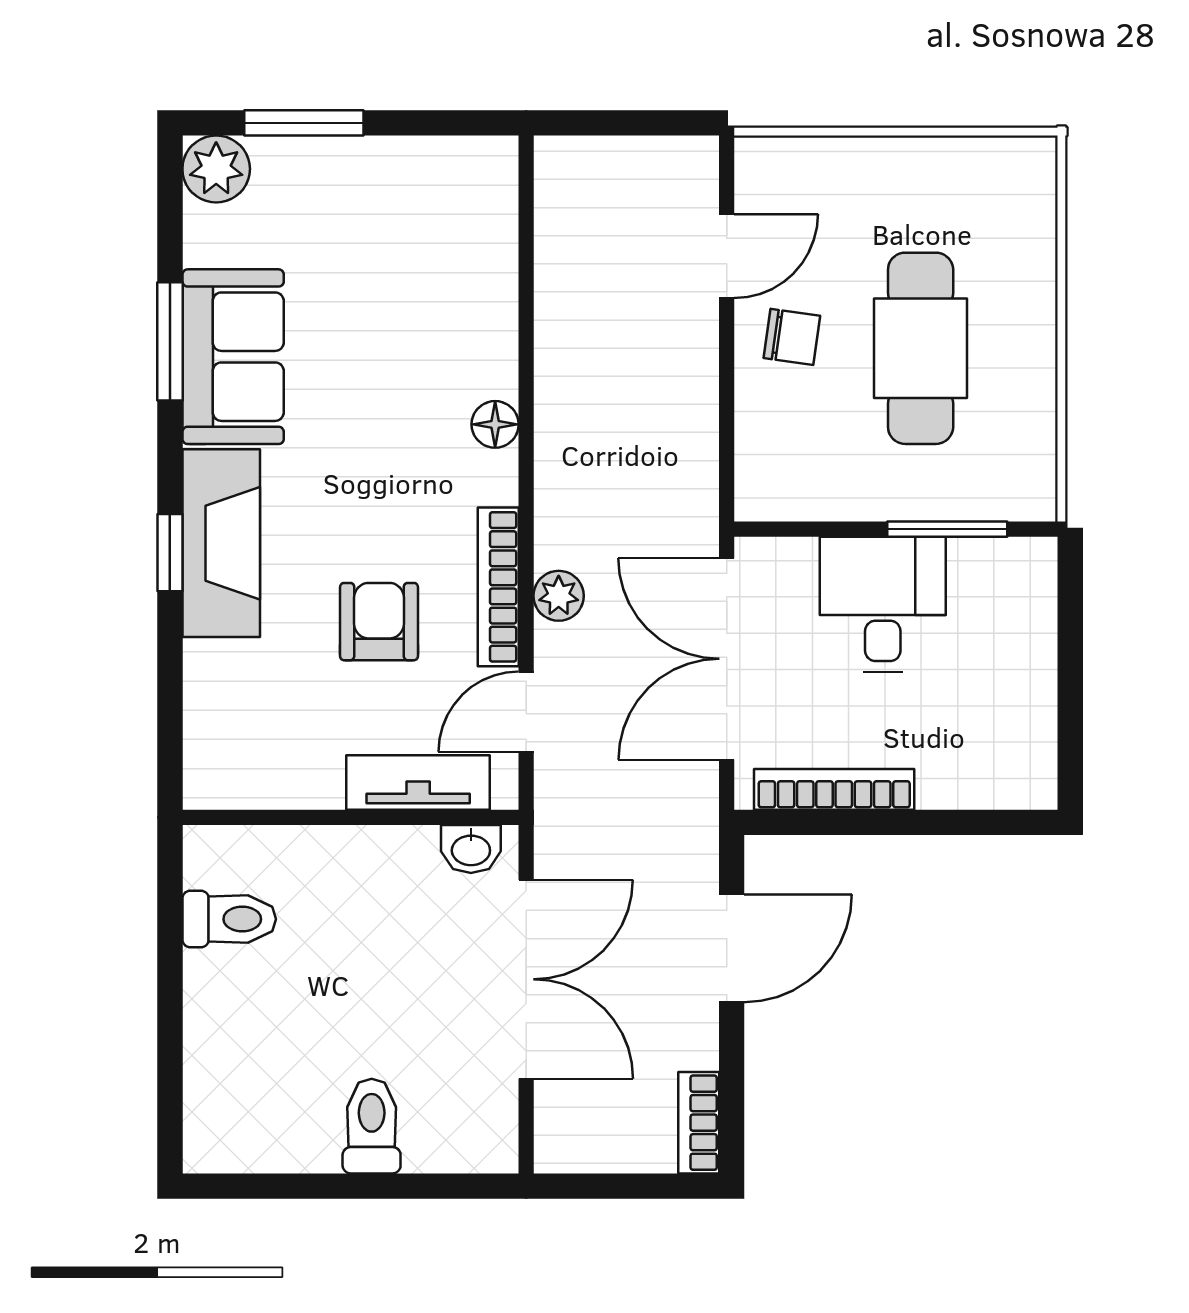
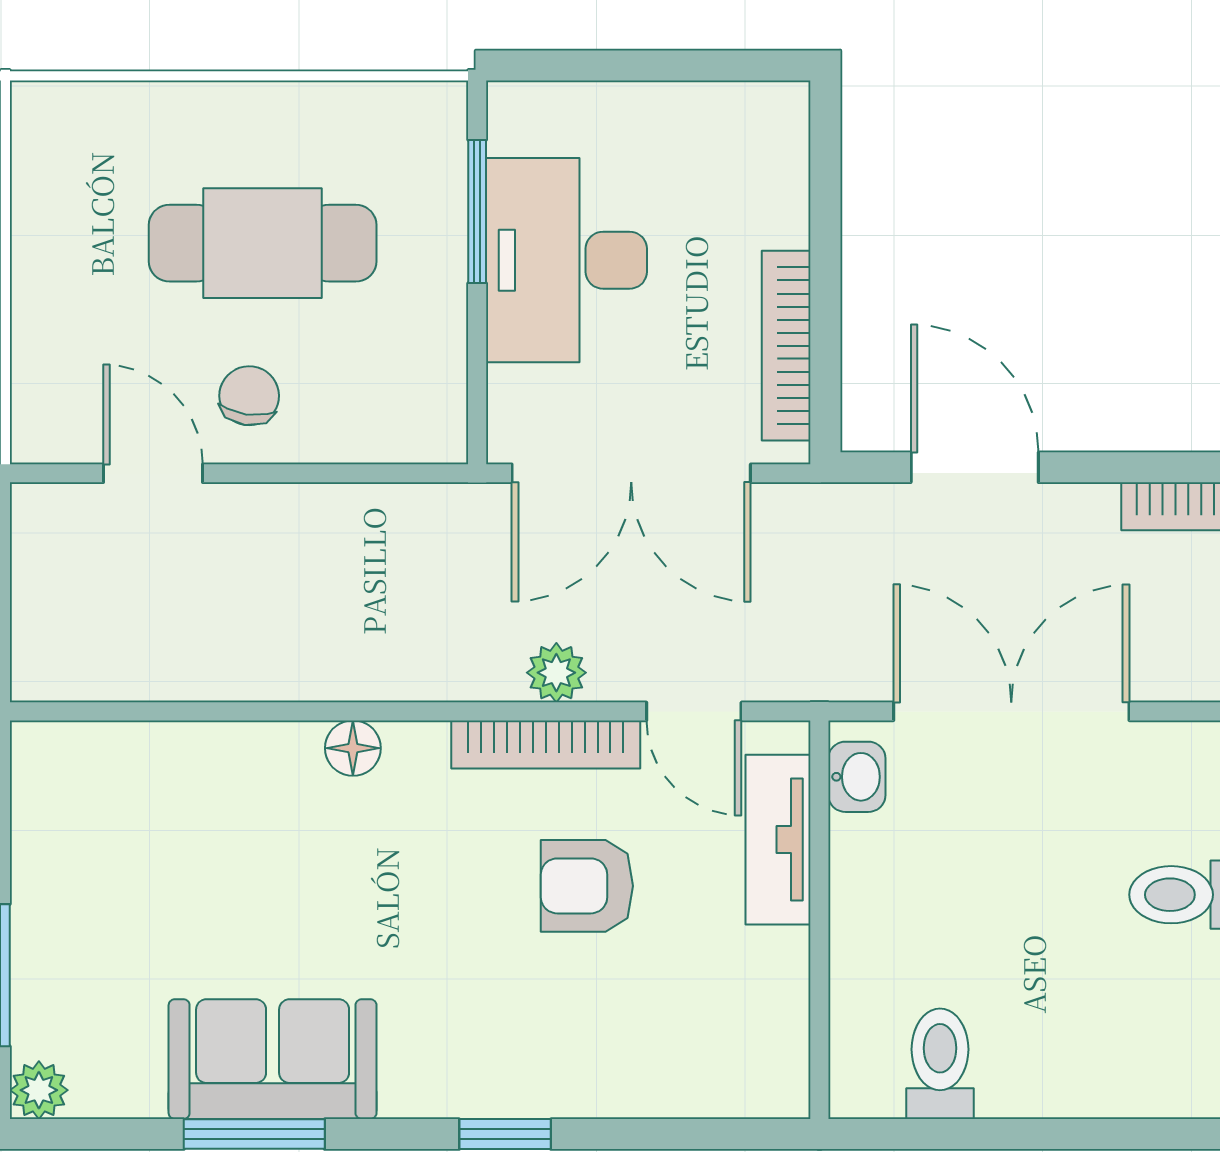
plant: (216, 169) -> (39, 1090), width x0.73, depth x0.73
fireplace: (221, 543) -> (494, 1073), removed
desk: (883, 604) -> (566, 260), width x1.37

